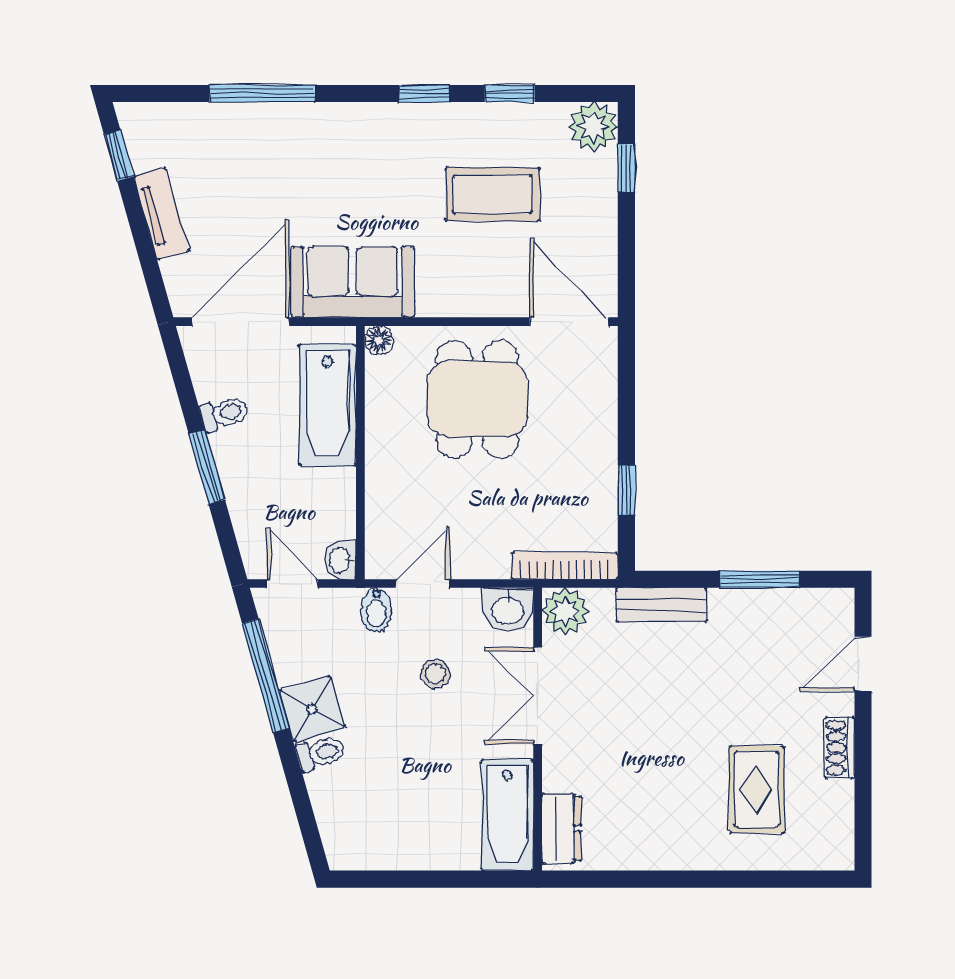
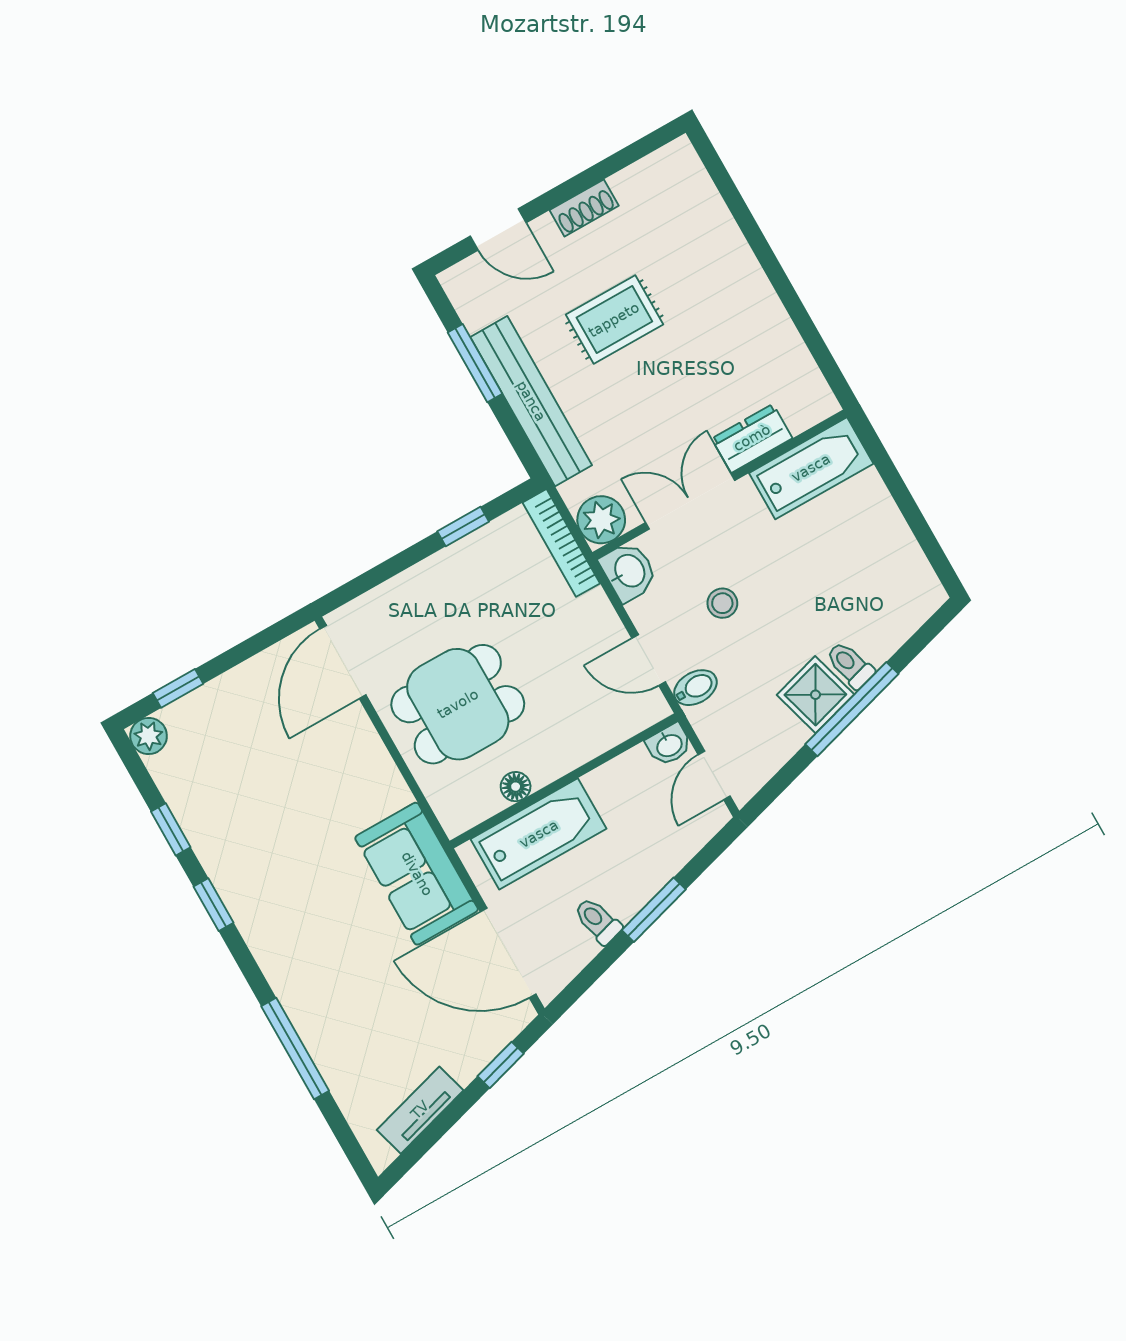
plant: (593, 127) -> (149, 736), width x0.73, depth x0.73
window: (119, 156) -> (501, 1065), moved
coffee table: (493, 194) -> (268, 794), removed
tv unit: (161, 214) -> (420, 1110), moved
floor lamp: (379, 340) -> (516, 787), moved
bench: (661, 605) -> (531, 401), width x1.86, depth x1.21
window: (266, 676) -> (852, 709), moved
double door: (538, 696) -> (690, 501), swing flipped
rug: (757, 790) -> (614, 320), moved
dresser: (561, 829) -> (752, 438), moved

